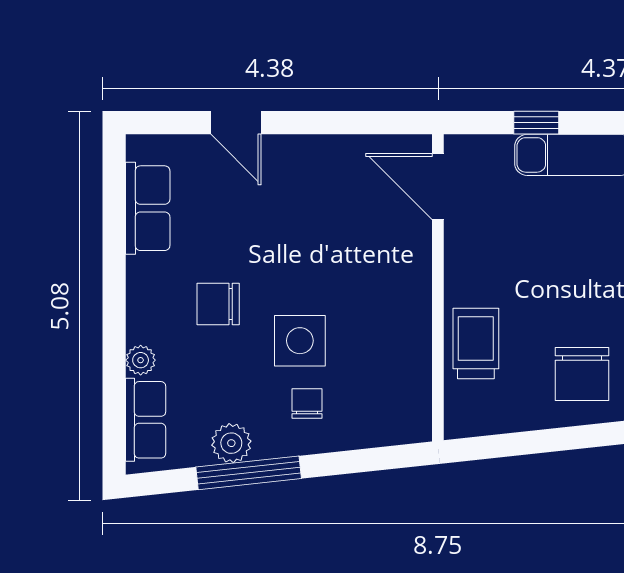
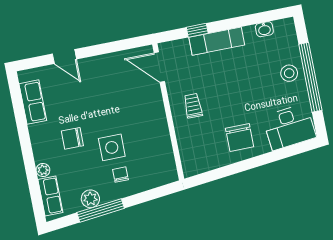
trolley: (476, 344) -> (193, 106), moved, width x0.73, depth x0.72

